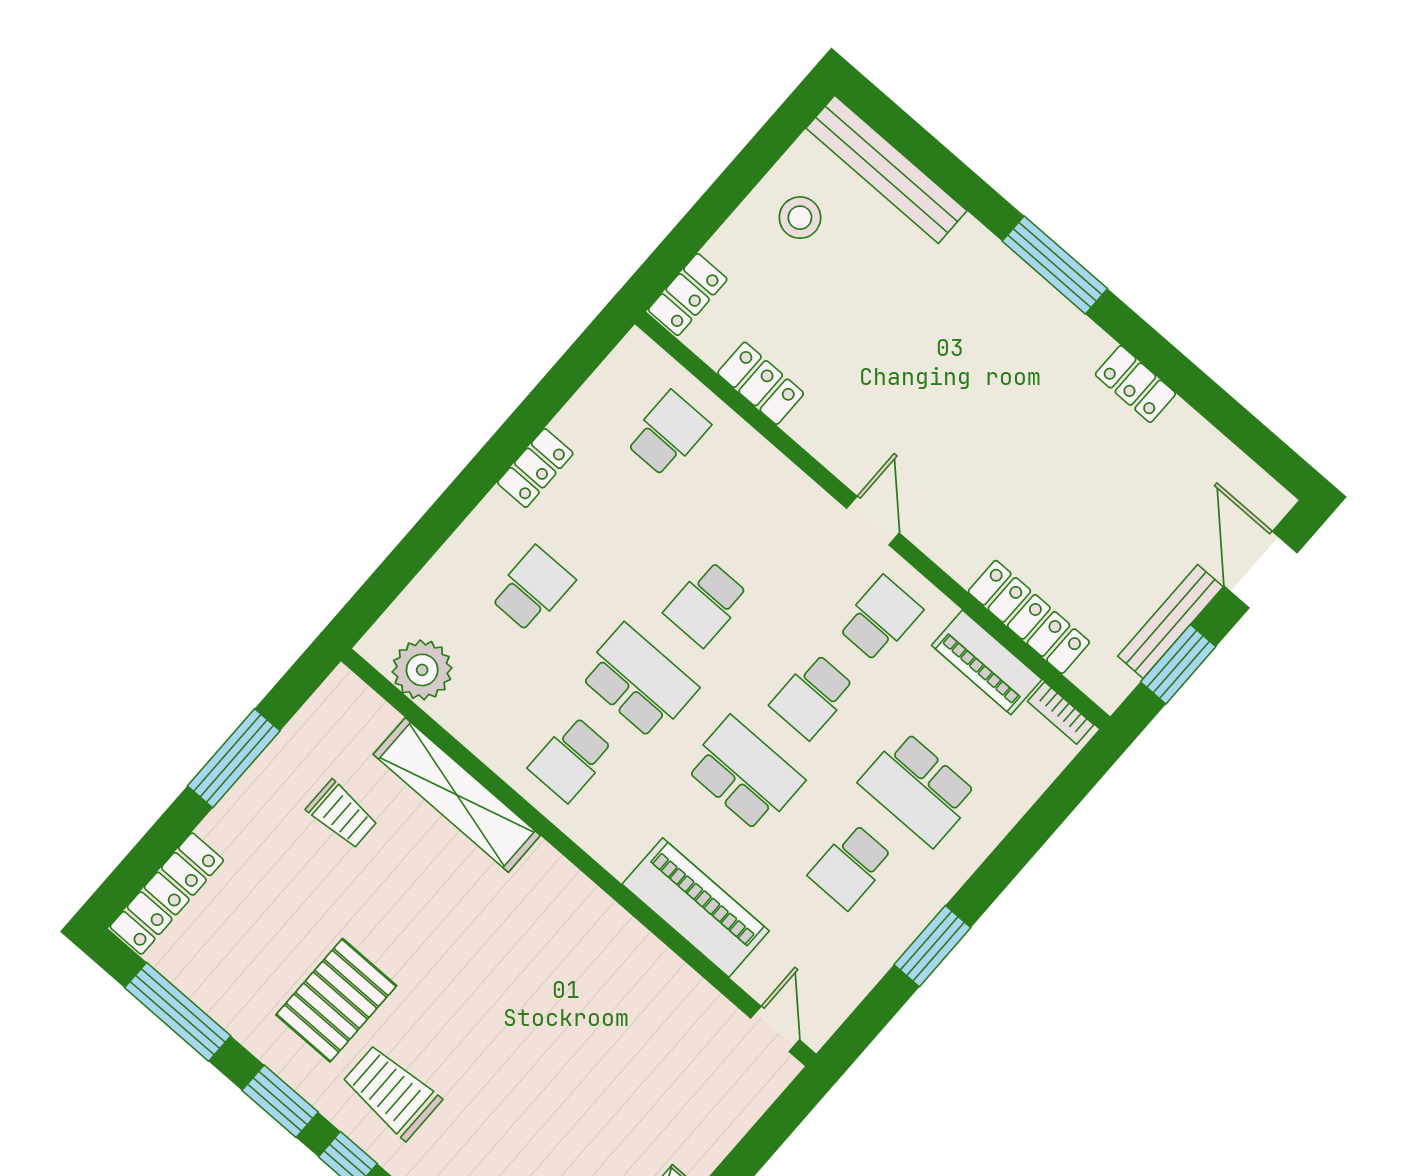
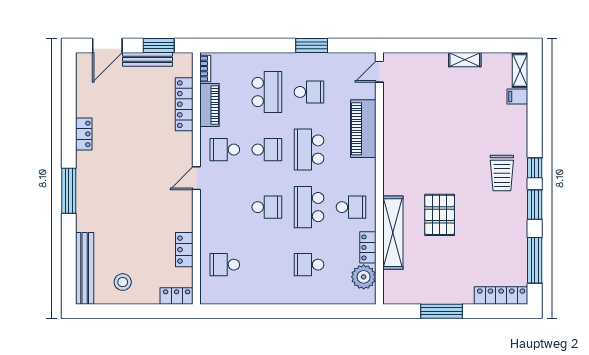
locker: (535, 468) -> (368, 247), moved, turned -90
trolley: (342, 814) -> (430, 263), removed
pallet: (336, 1000) -> (440, 215), moved, turned 90

